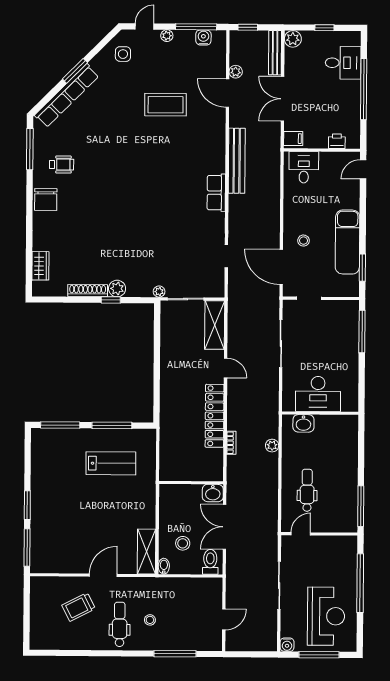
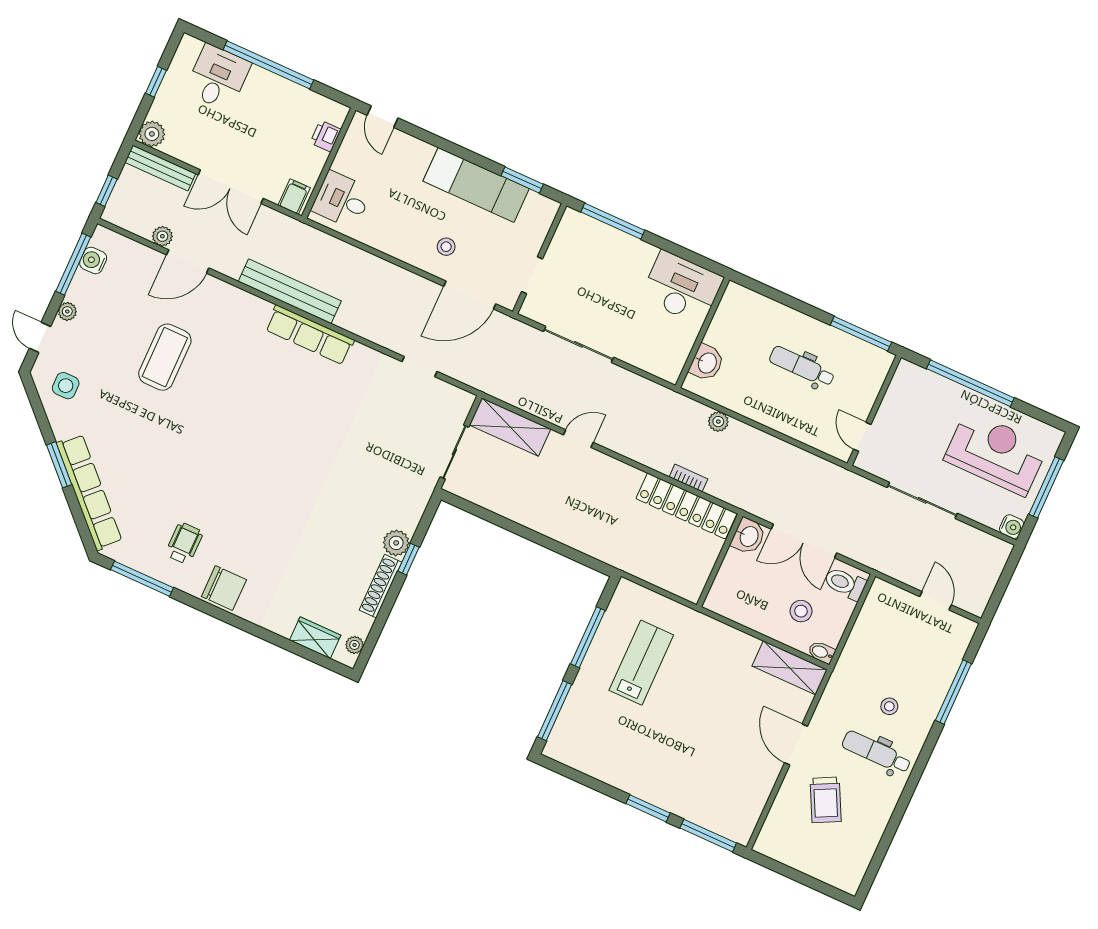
row of seats: (216, 193) -> (310, 335), width x1.48
plant: (159, 292) -> (355, 645), moved
desk: (318, 394) -> (682, 288), moved, turned -90
locker: (215, 416) -> (686, 506), moved
dental chair: (307, 490) -> (802, 367), moved

